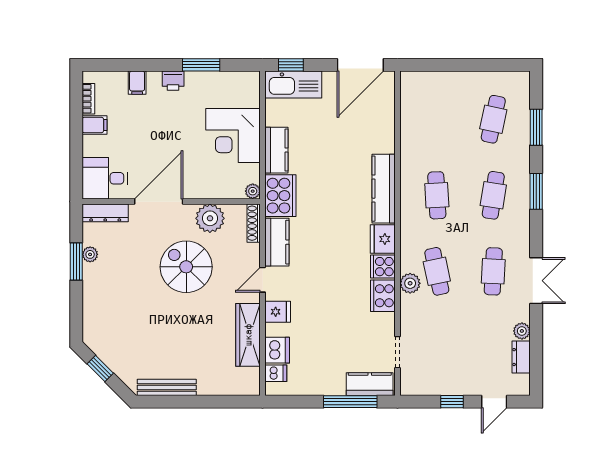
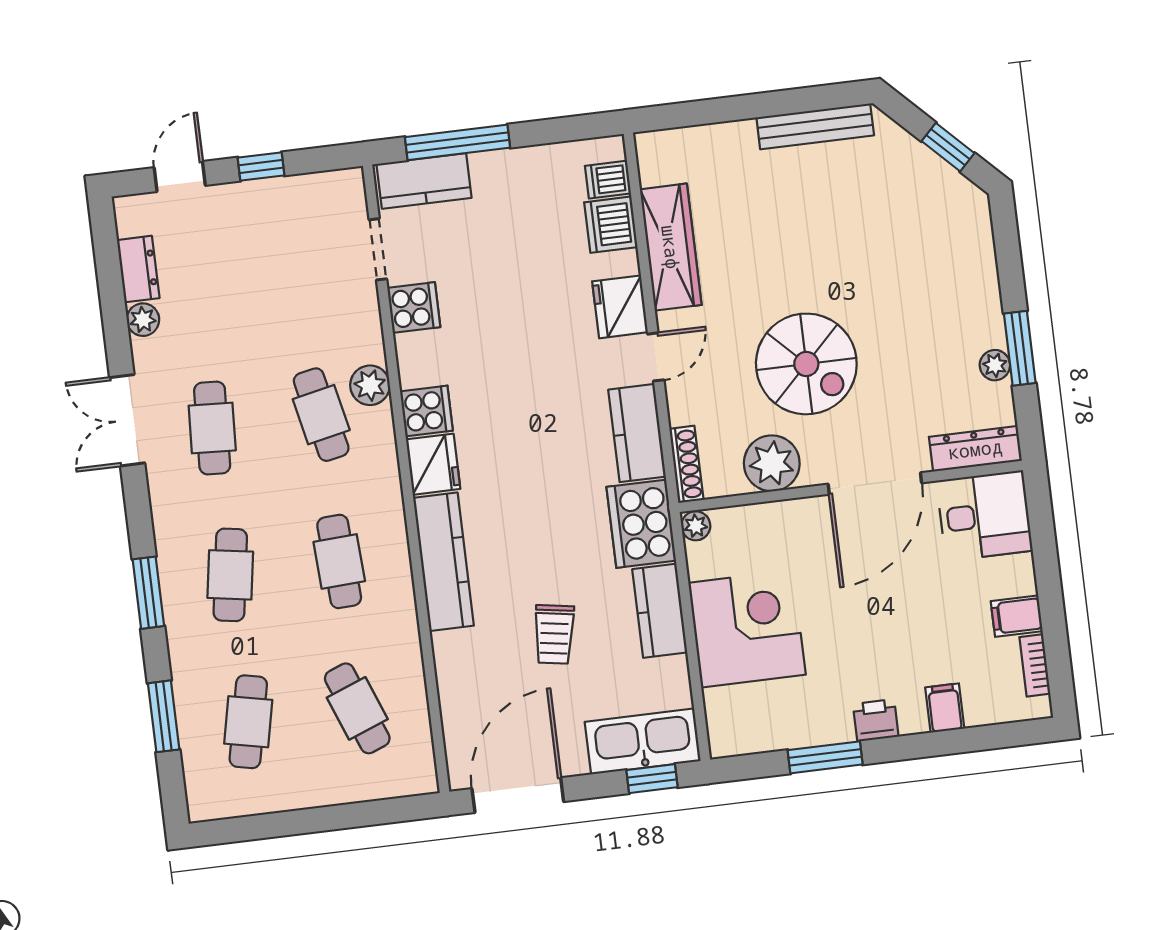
cafe table: (437, 119) -> (357, 708), added
trolley: (332, 145) -> (554, 634), added
cooker: (383, 296) -> (414, 307), moved, width x0.73
fridge: (278, 312) -> (620, 307), width x1.38

